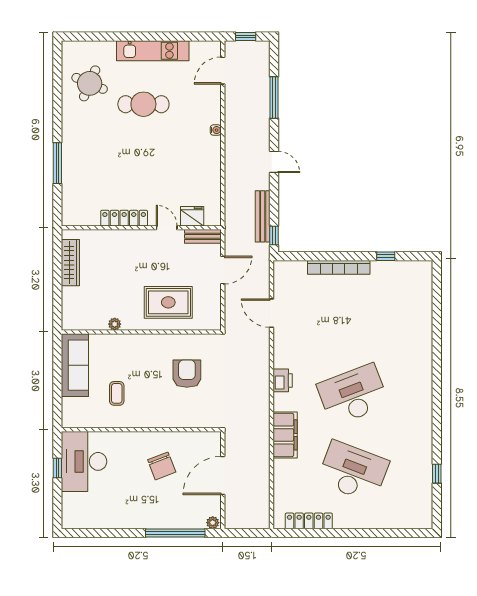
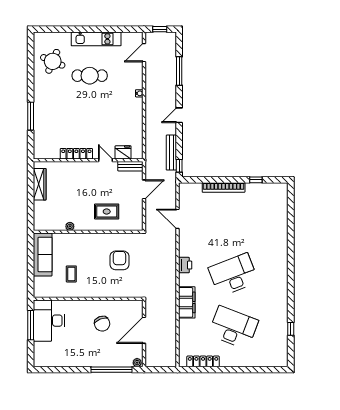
door: (274, 162) -> (179, 115), swing flipped
rug: (168, 302) -> (107, 212), width x0.73, depth x0.70
window: (57, 468) -> (31, 325), width x2.17

